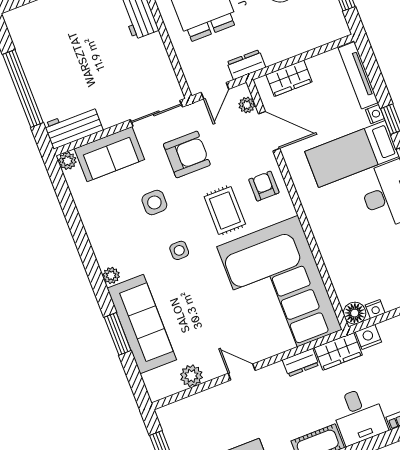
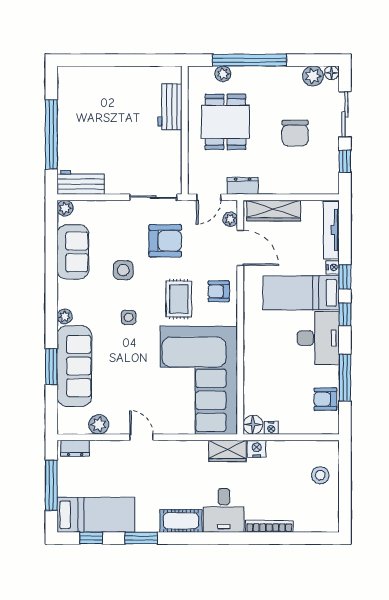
wardrobe: (289, 78) -> (273, 211), width x1.50
sofa: (109, 154) -> (73, 252), moved, turned -90
armchair: (264, 186) -> (219, 291), turned -90
dresser: (301, 363) -> (75, 448), moved

